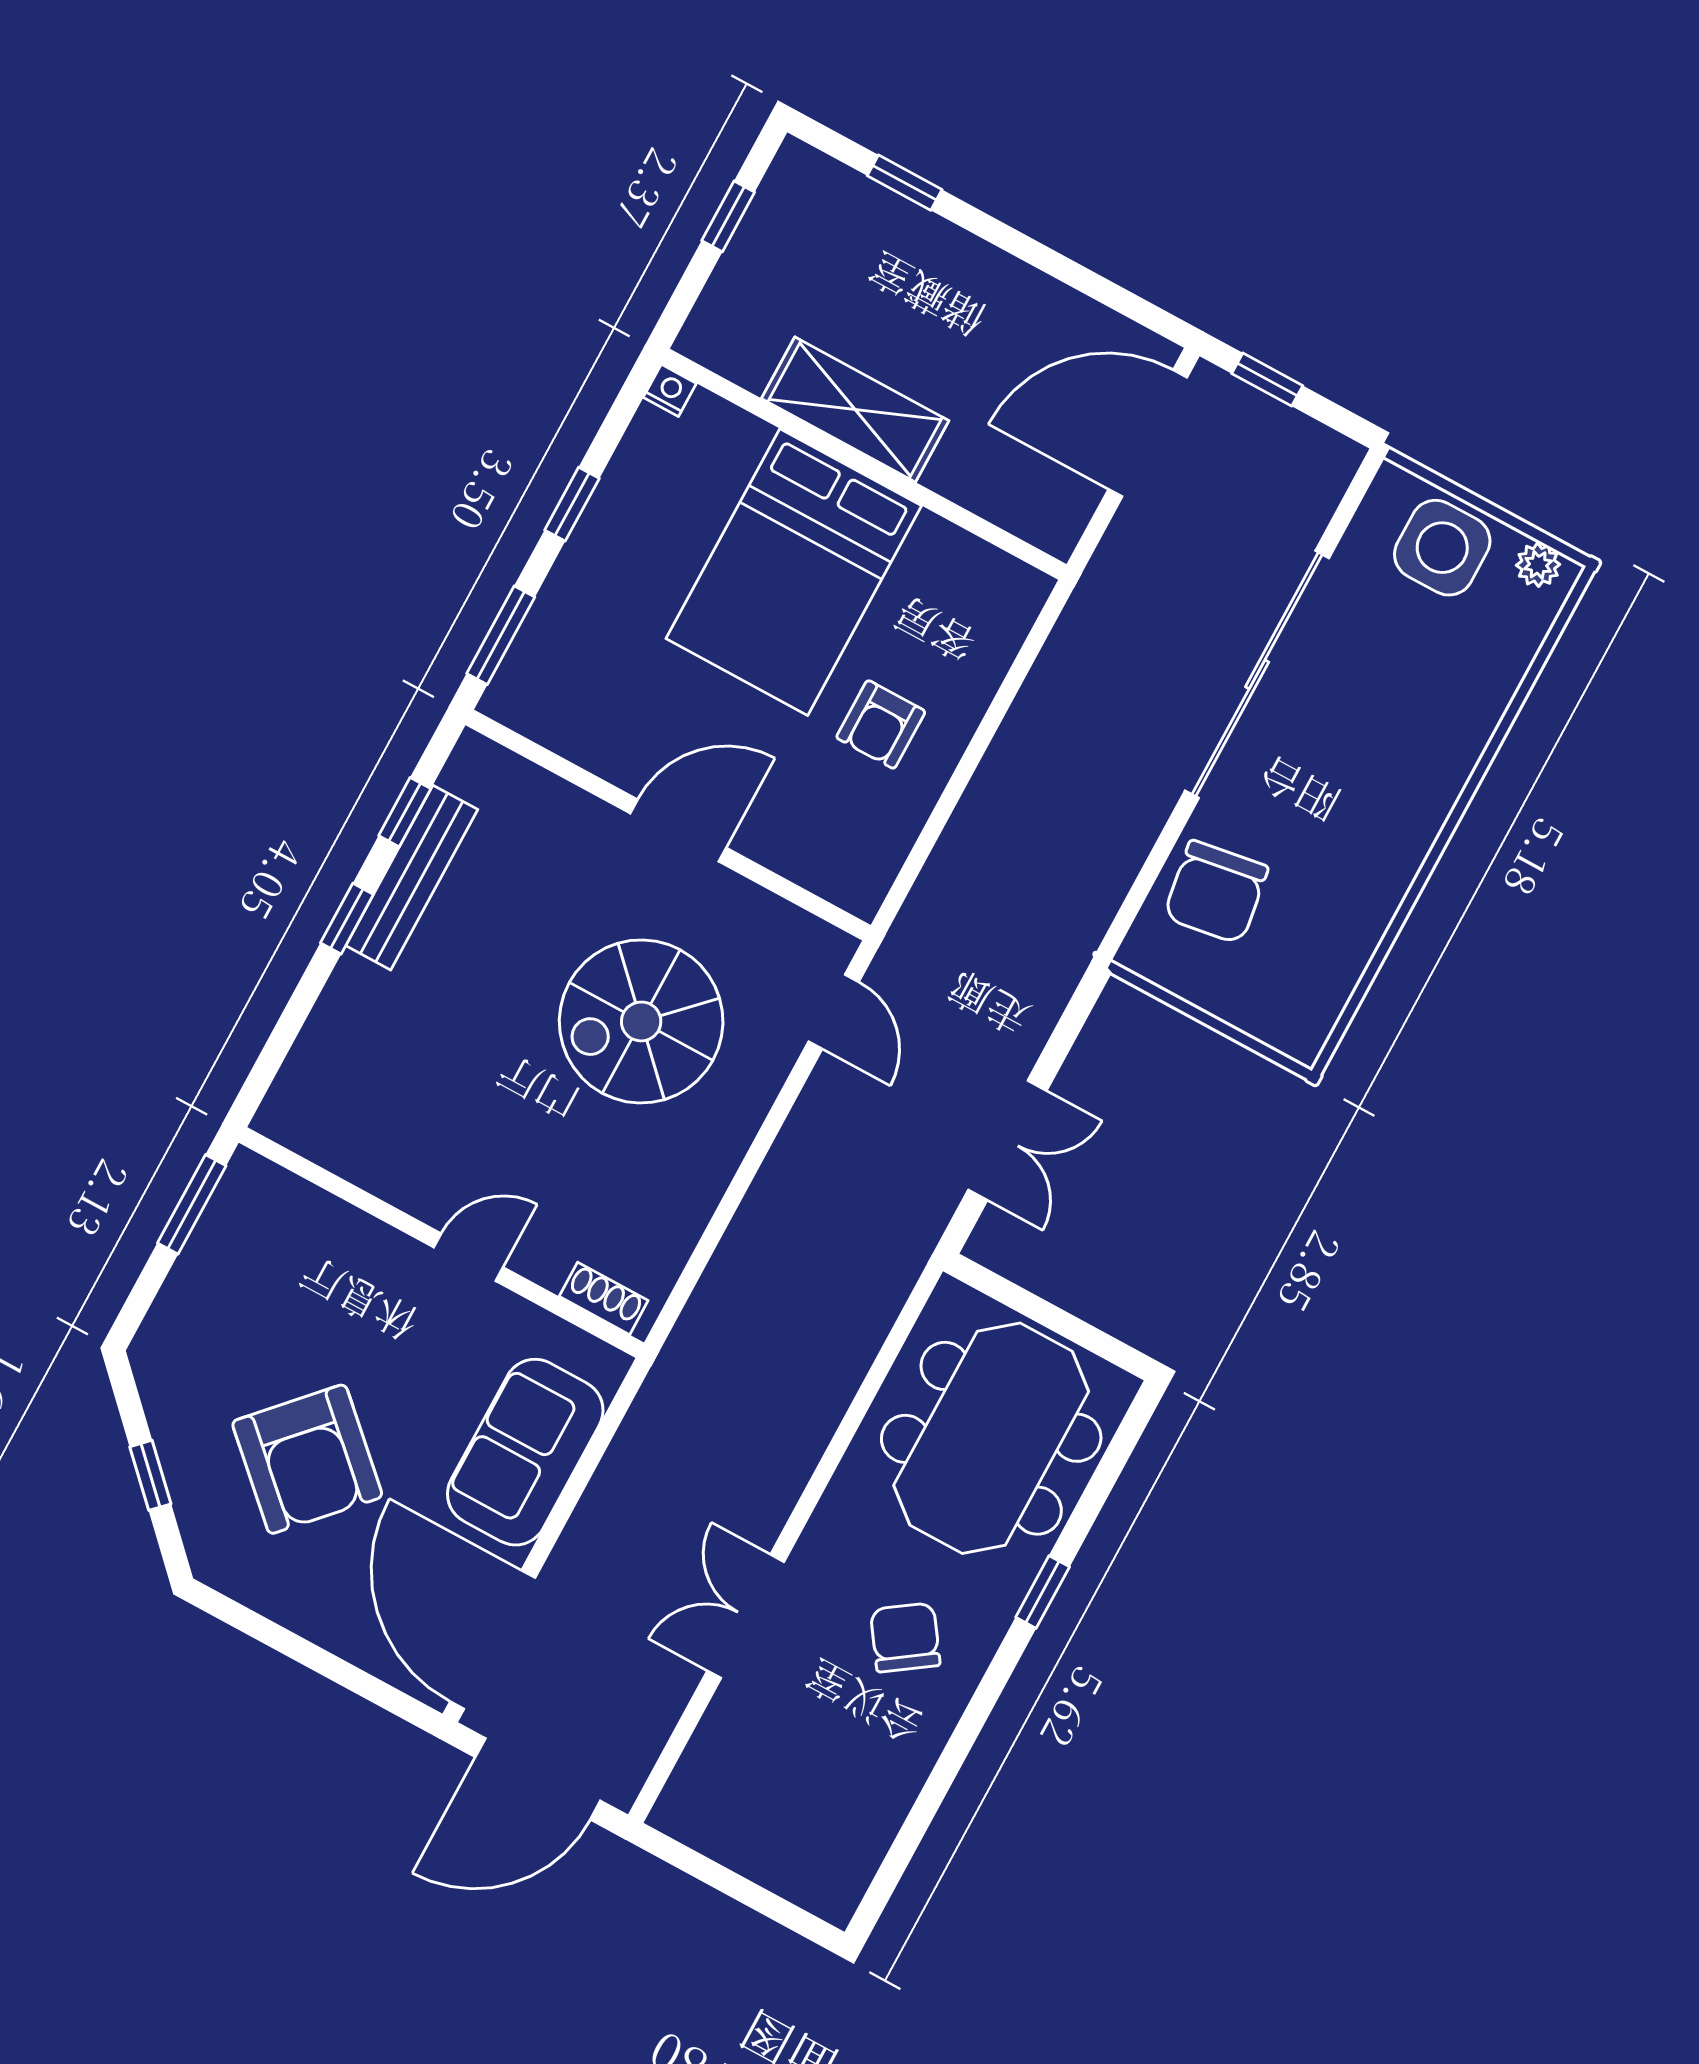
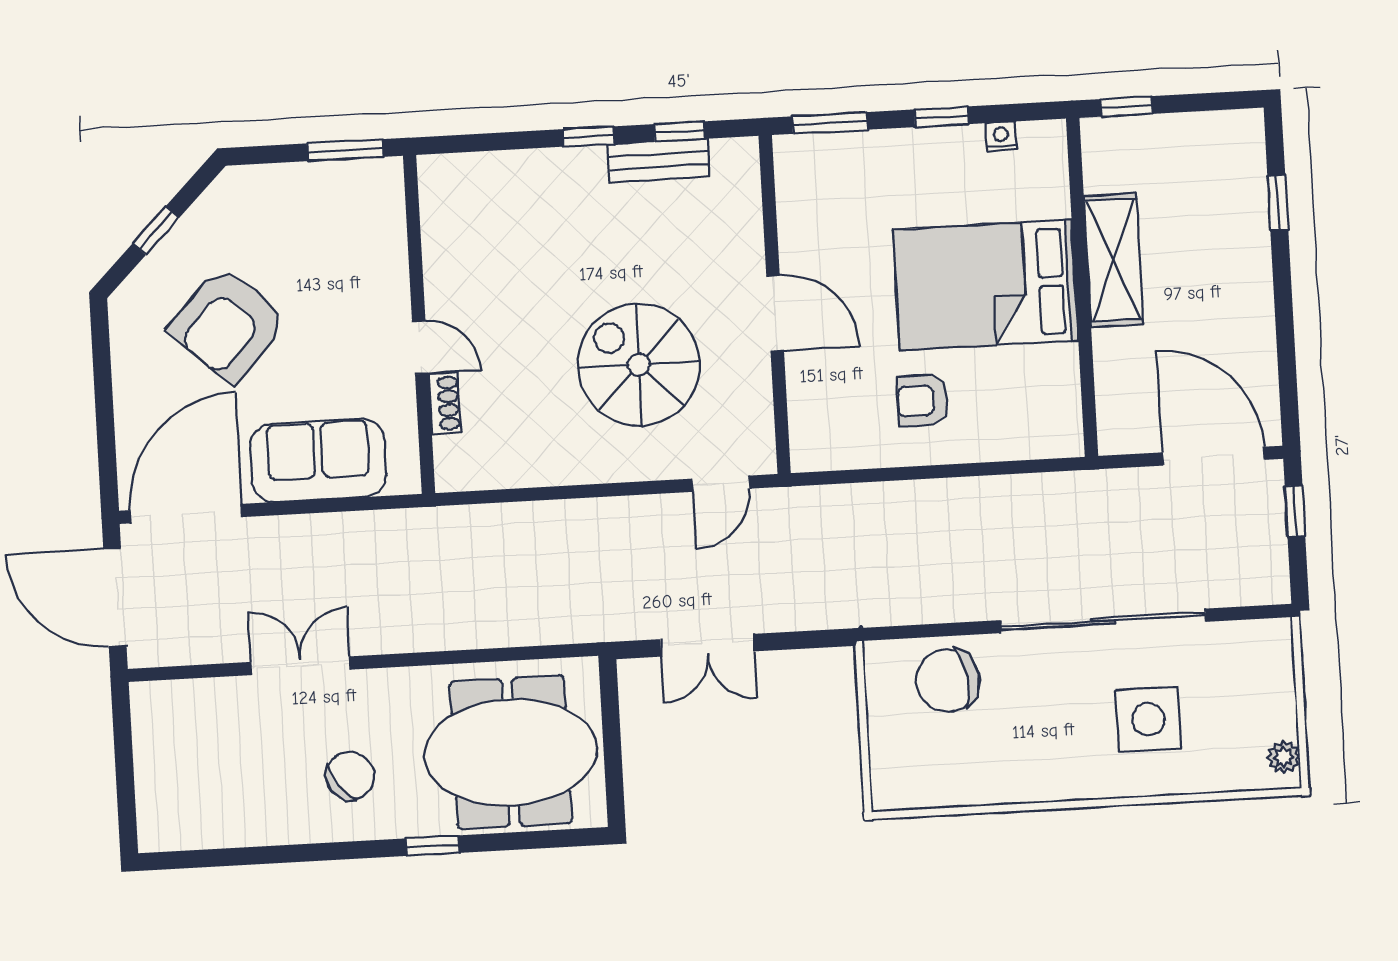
window: (728, 216) -> (1126, 106), moved
nightstand: (670, 390) -> (1001, 136), moved, turned -90
side table: (1442, 548) -> (1148, 719), moved
bench: (412, 878) -> (658, 161), width x0.73
shoe rack: (604, 1298) -> (445, 403), moved

